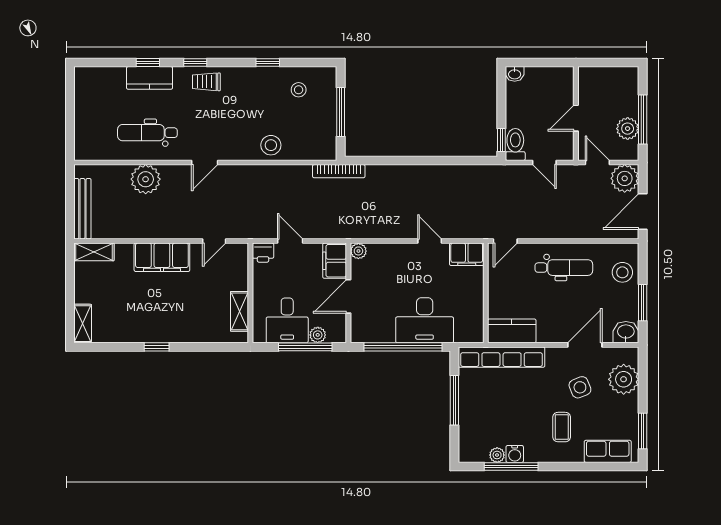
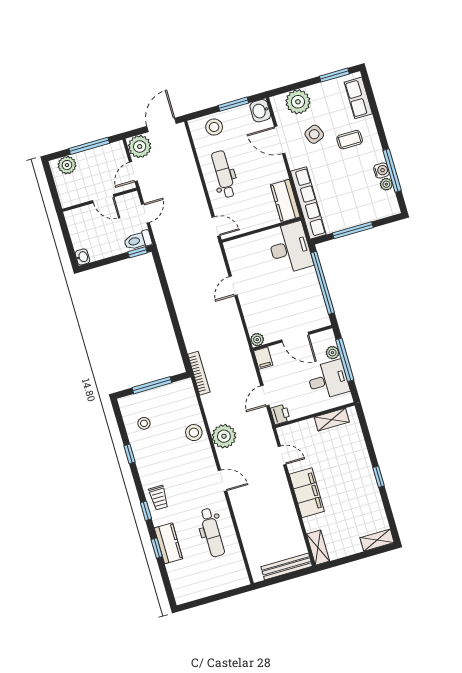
plant: (628, 129) -> (67, 165), moved
plant: (146, 179) -> (224, 436), moved
door: (643, 211) -> (162, 125), swing flipped
filing cabinet: (467, 254) -> (235, 254), removed
filing cabinet: (335, 261) -> (263, 358), width x0.50
desk: (425, 320) -> (290, 248), moved

